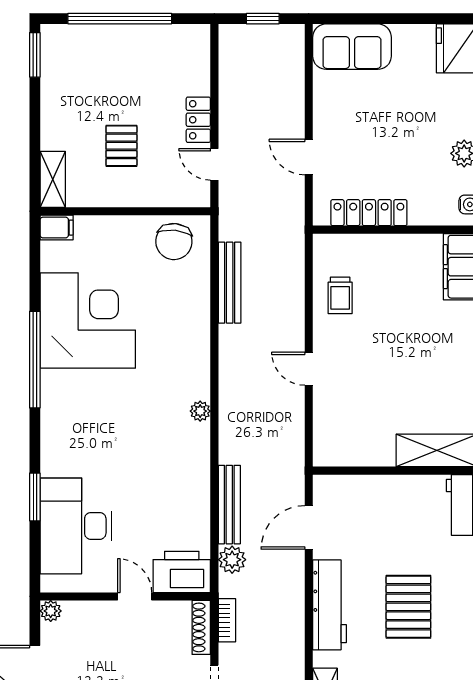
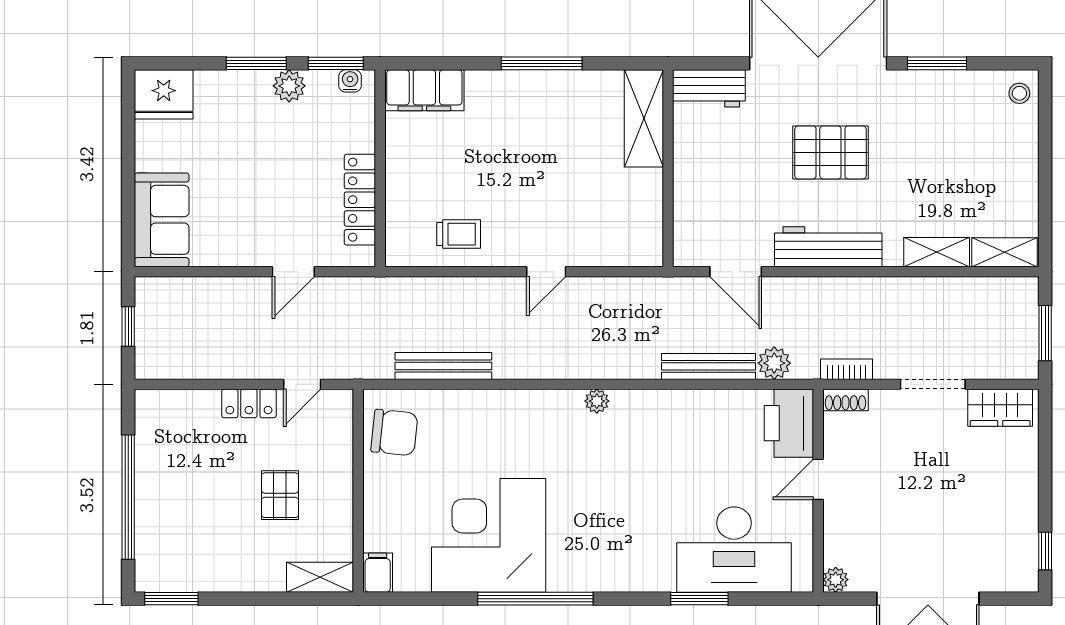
pallet: (121, 146) -> (280, 495), turned 90
shoe rack: (201, 627) -> (845, 400), width x0.70

